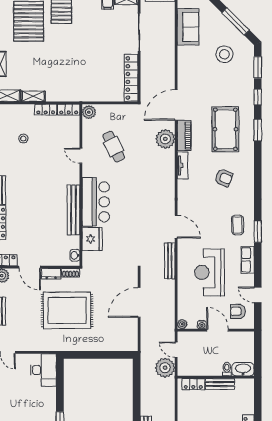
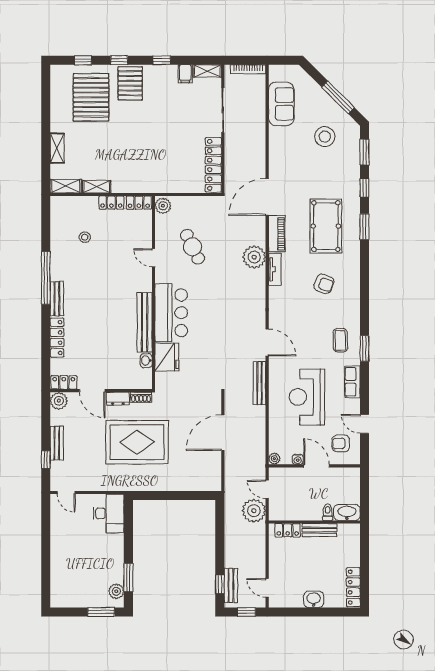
plant: (165, 139) -> (254, 257), moved
washbasin: (75, 255) -> (146, 361), moved

